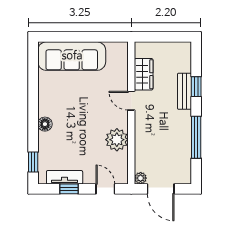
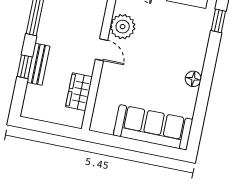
door: (131, 101) -> (102, 50), moved
floor lamp: (45, 124) -> (193, 79), moved

